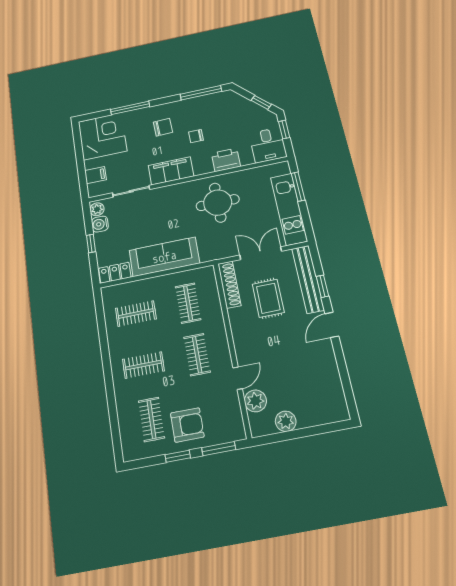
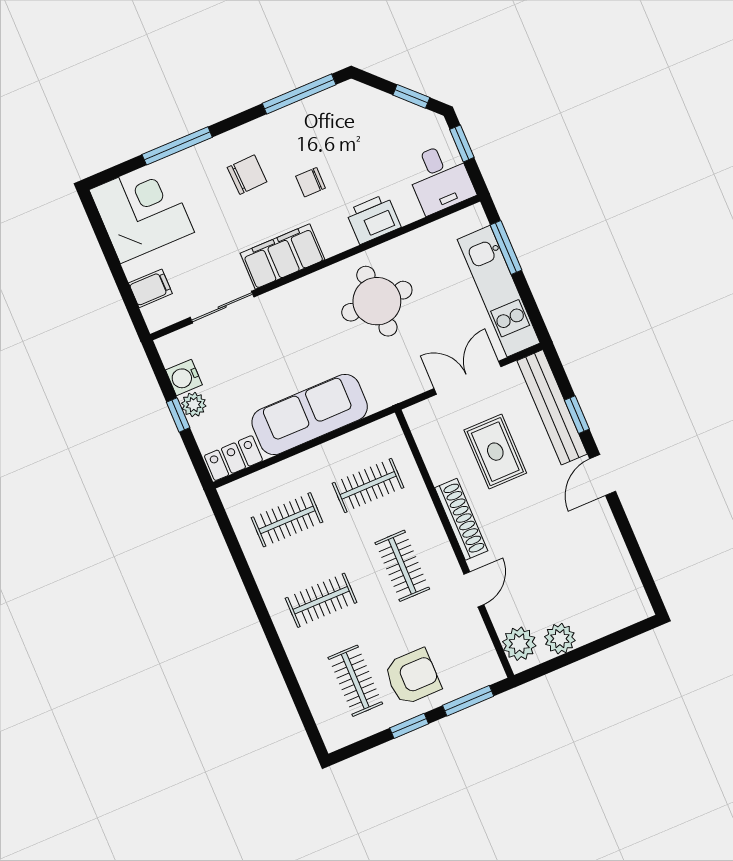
plant: (97, 209) -> (194, 405), moved
shoe rack: (229, 285) -> (461, 519), moved
clothes rail: (188, 303) -> (368, 485), turned 90
plant: (255, 401) -> (519, 644), moved

